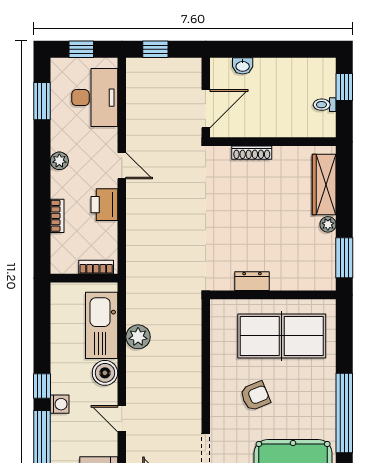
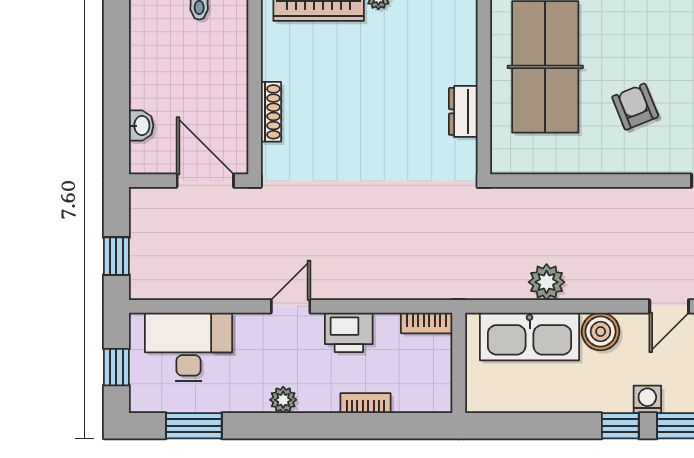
bookcase: (96, 267) -> (427, 323), moved, turned -90

